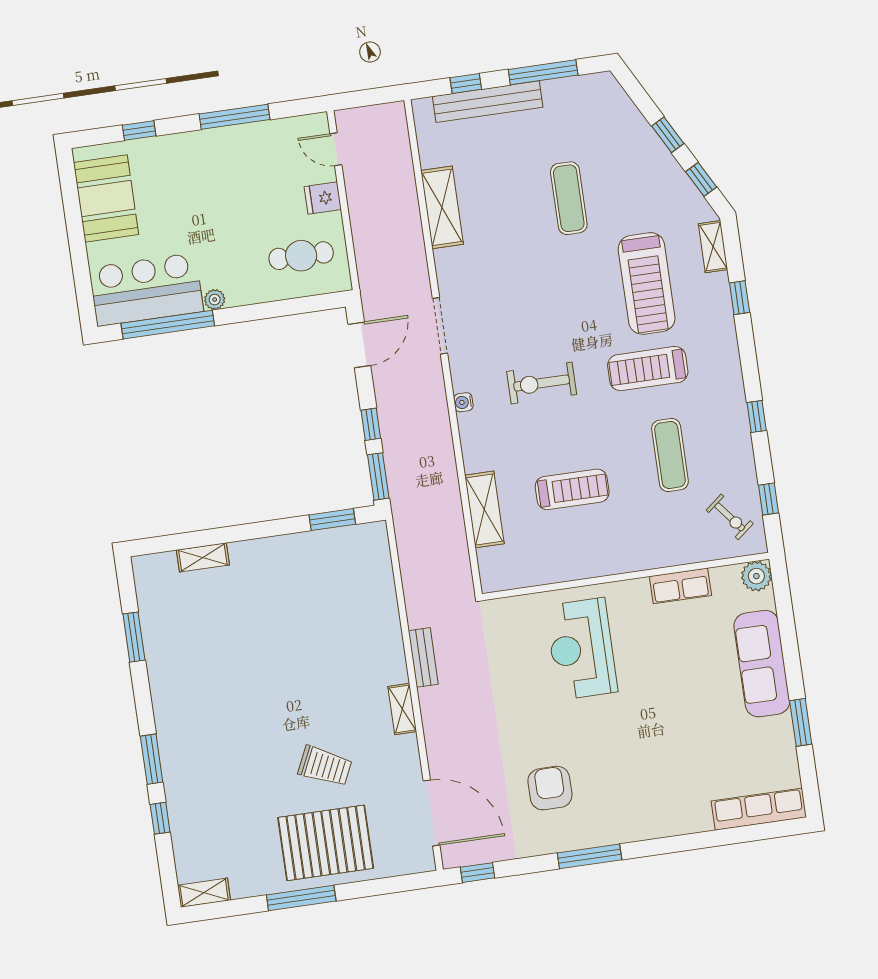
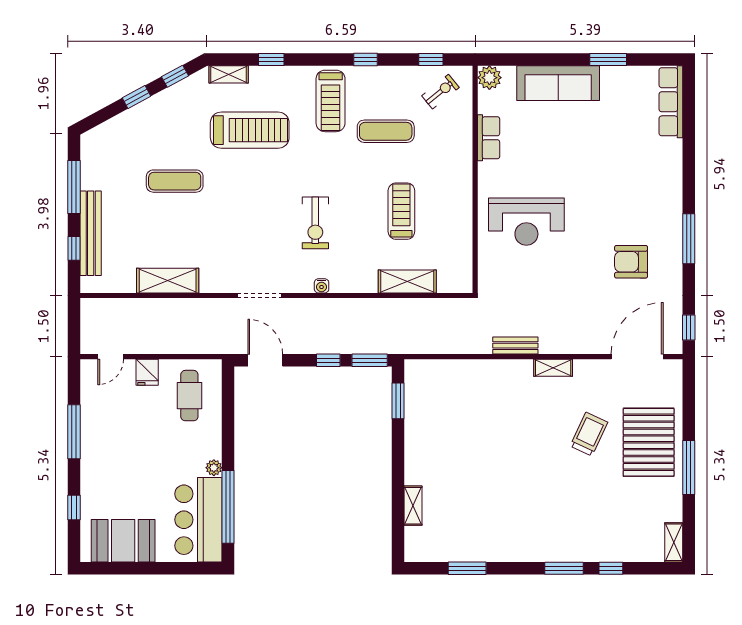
treadmill: (648, 369) -> (331, 101), moved

